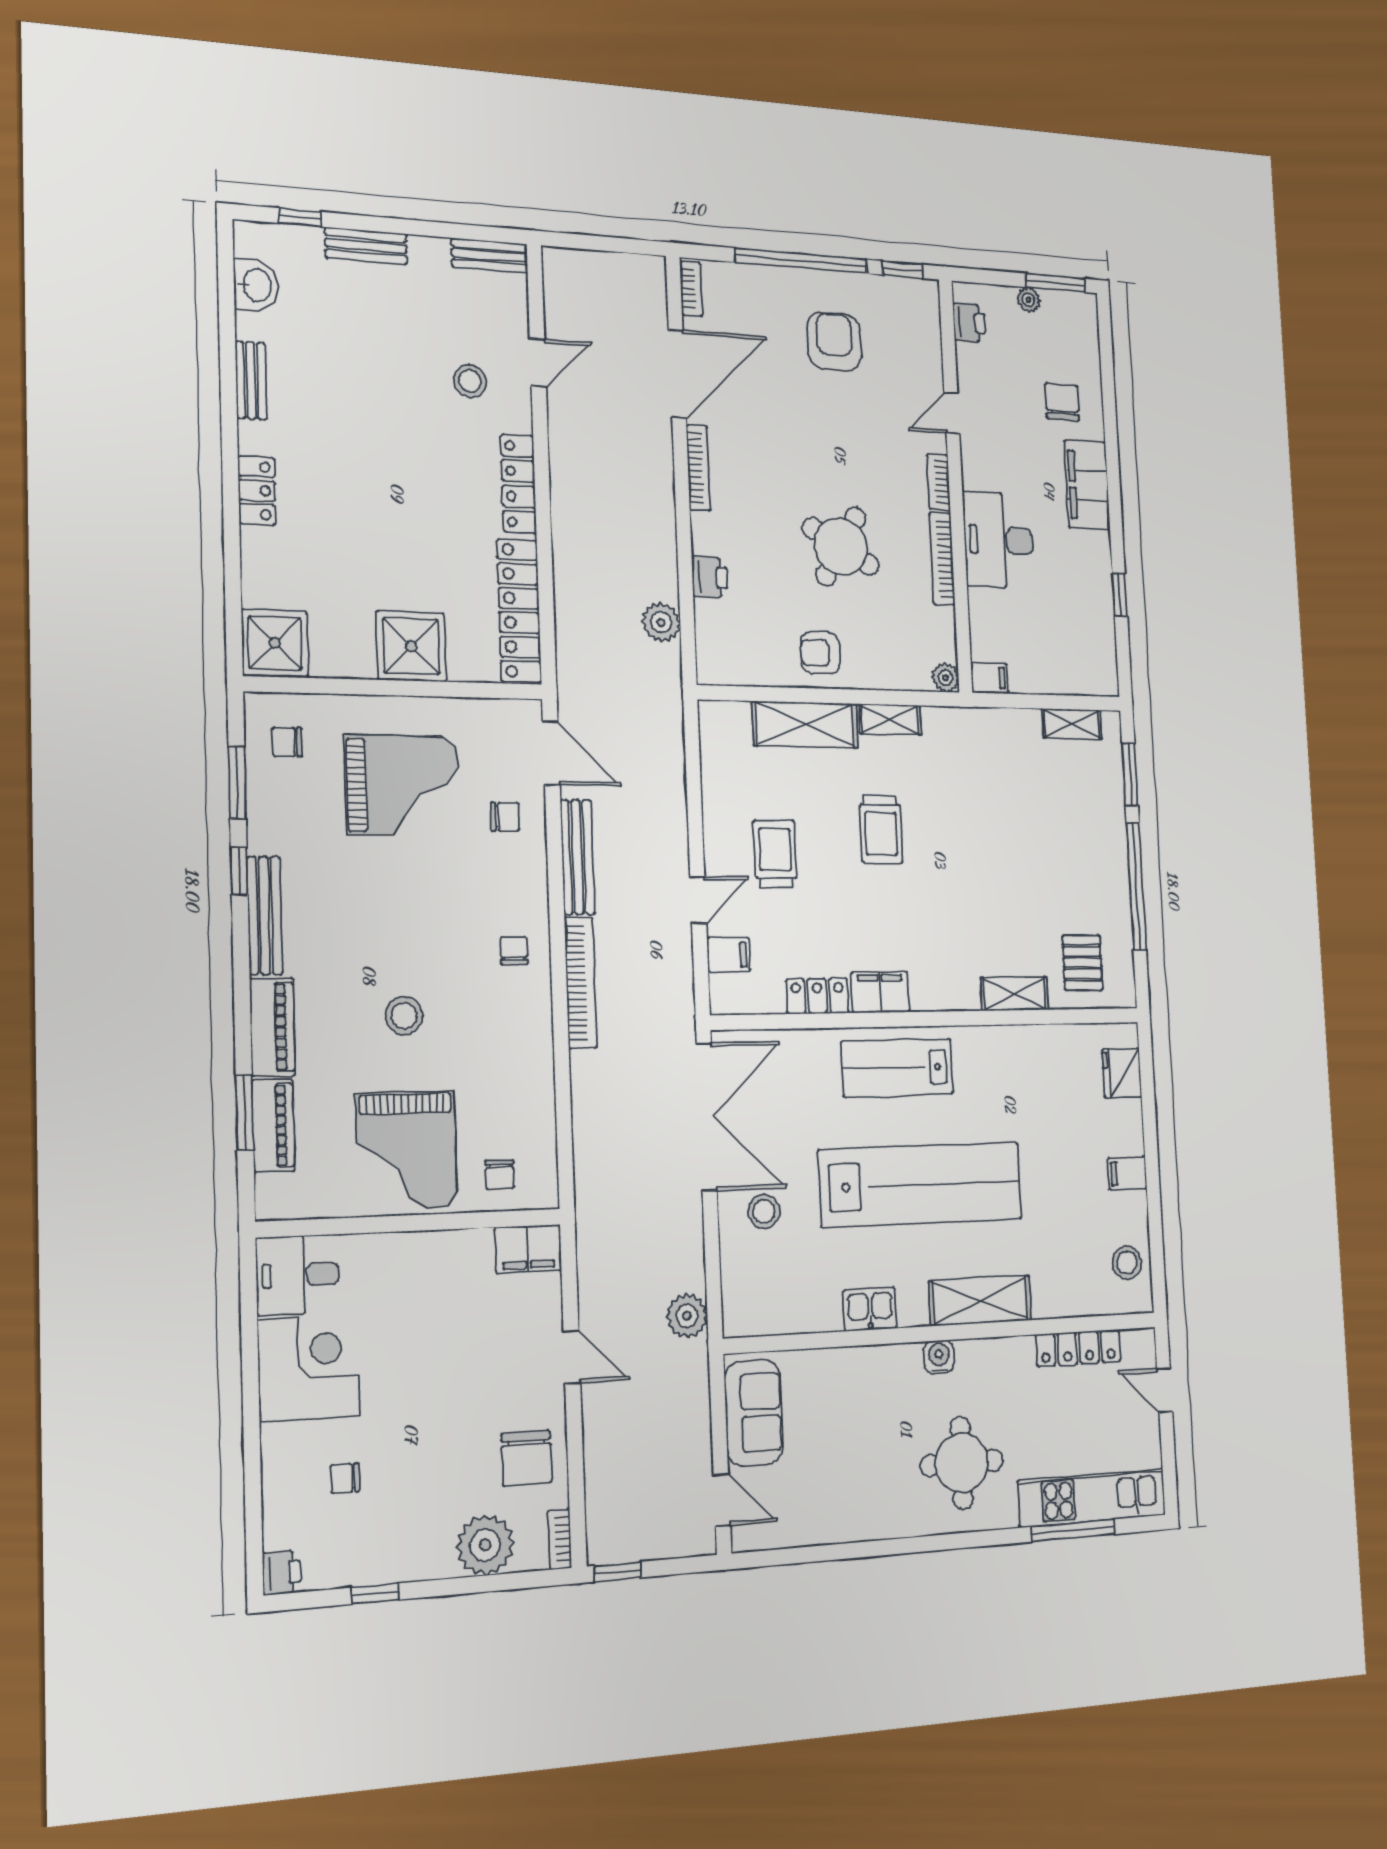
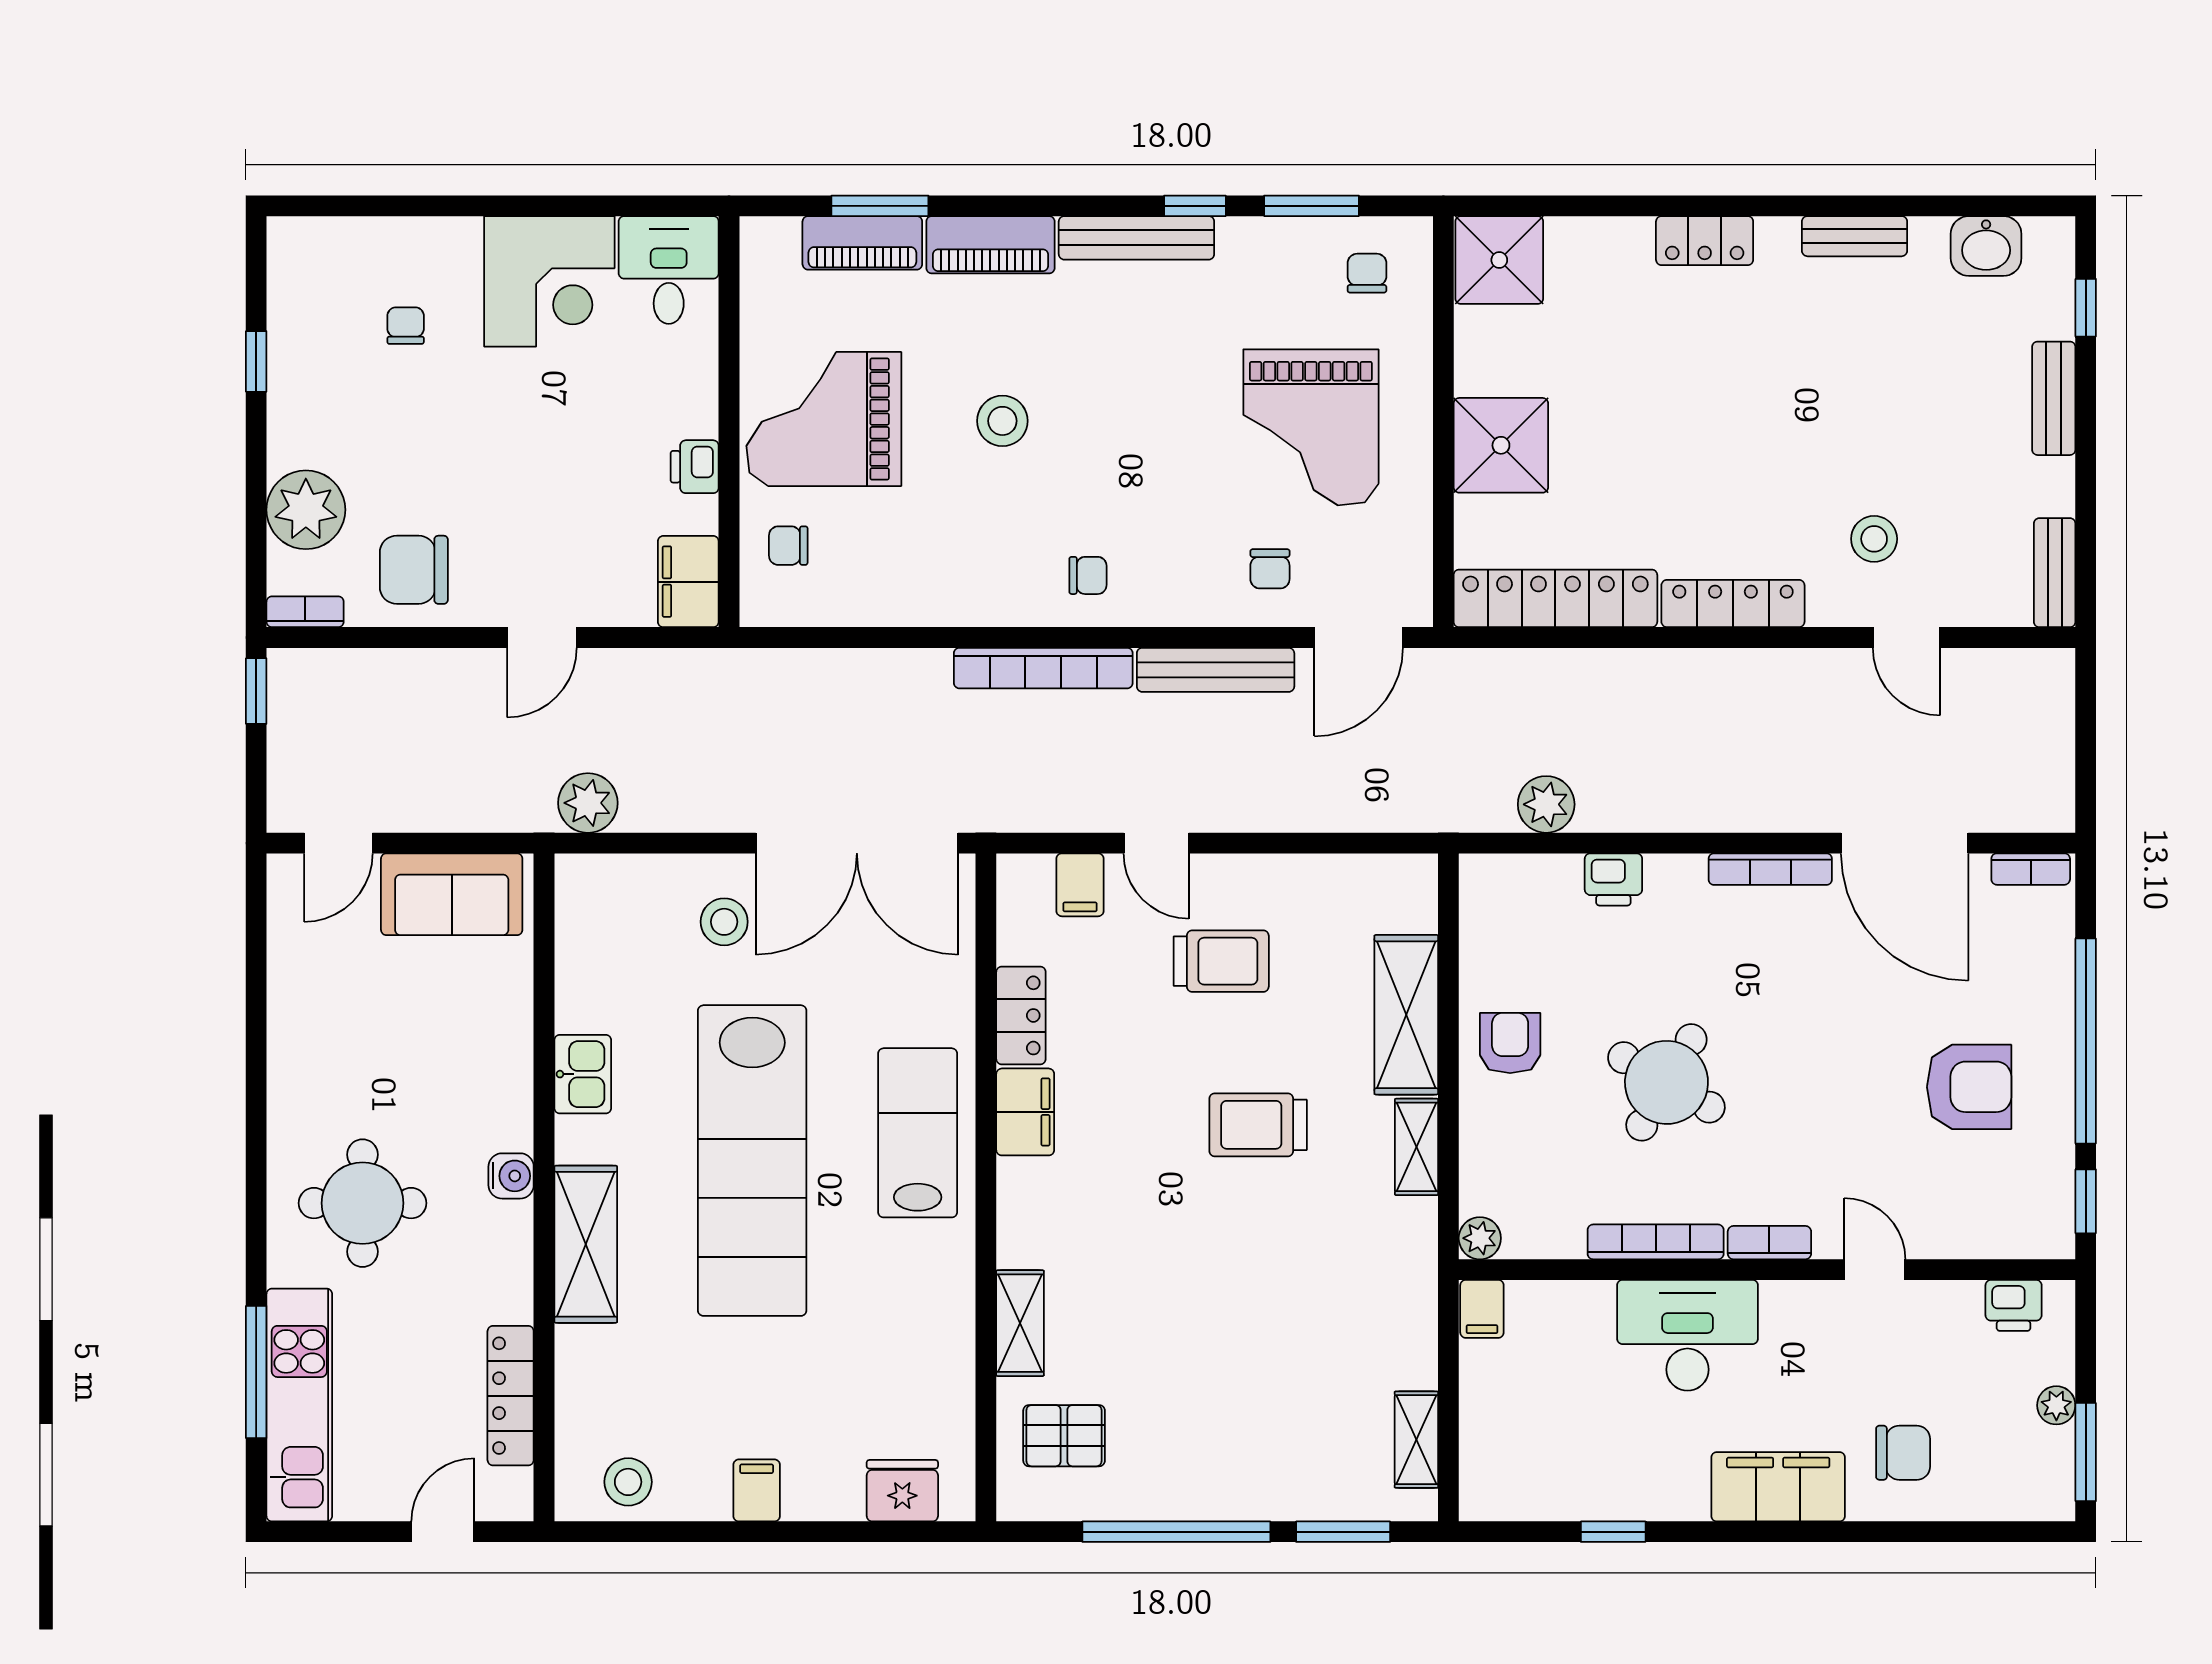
printer: (282, 1573) -> (695, 467), moved, turned 90

